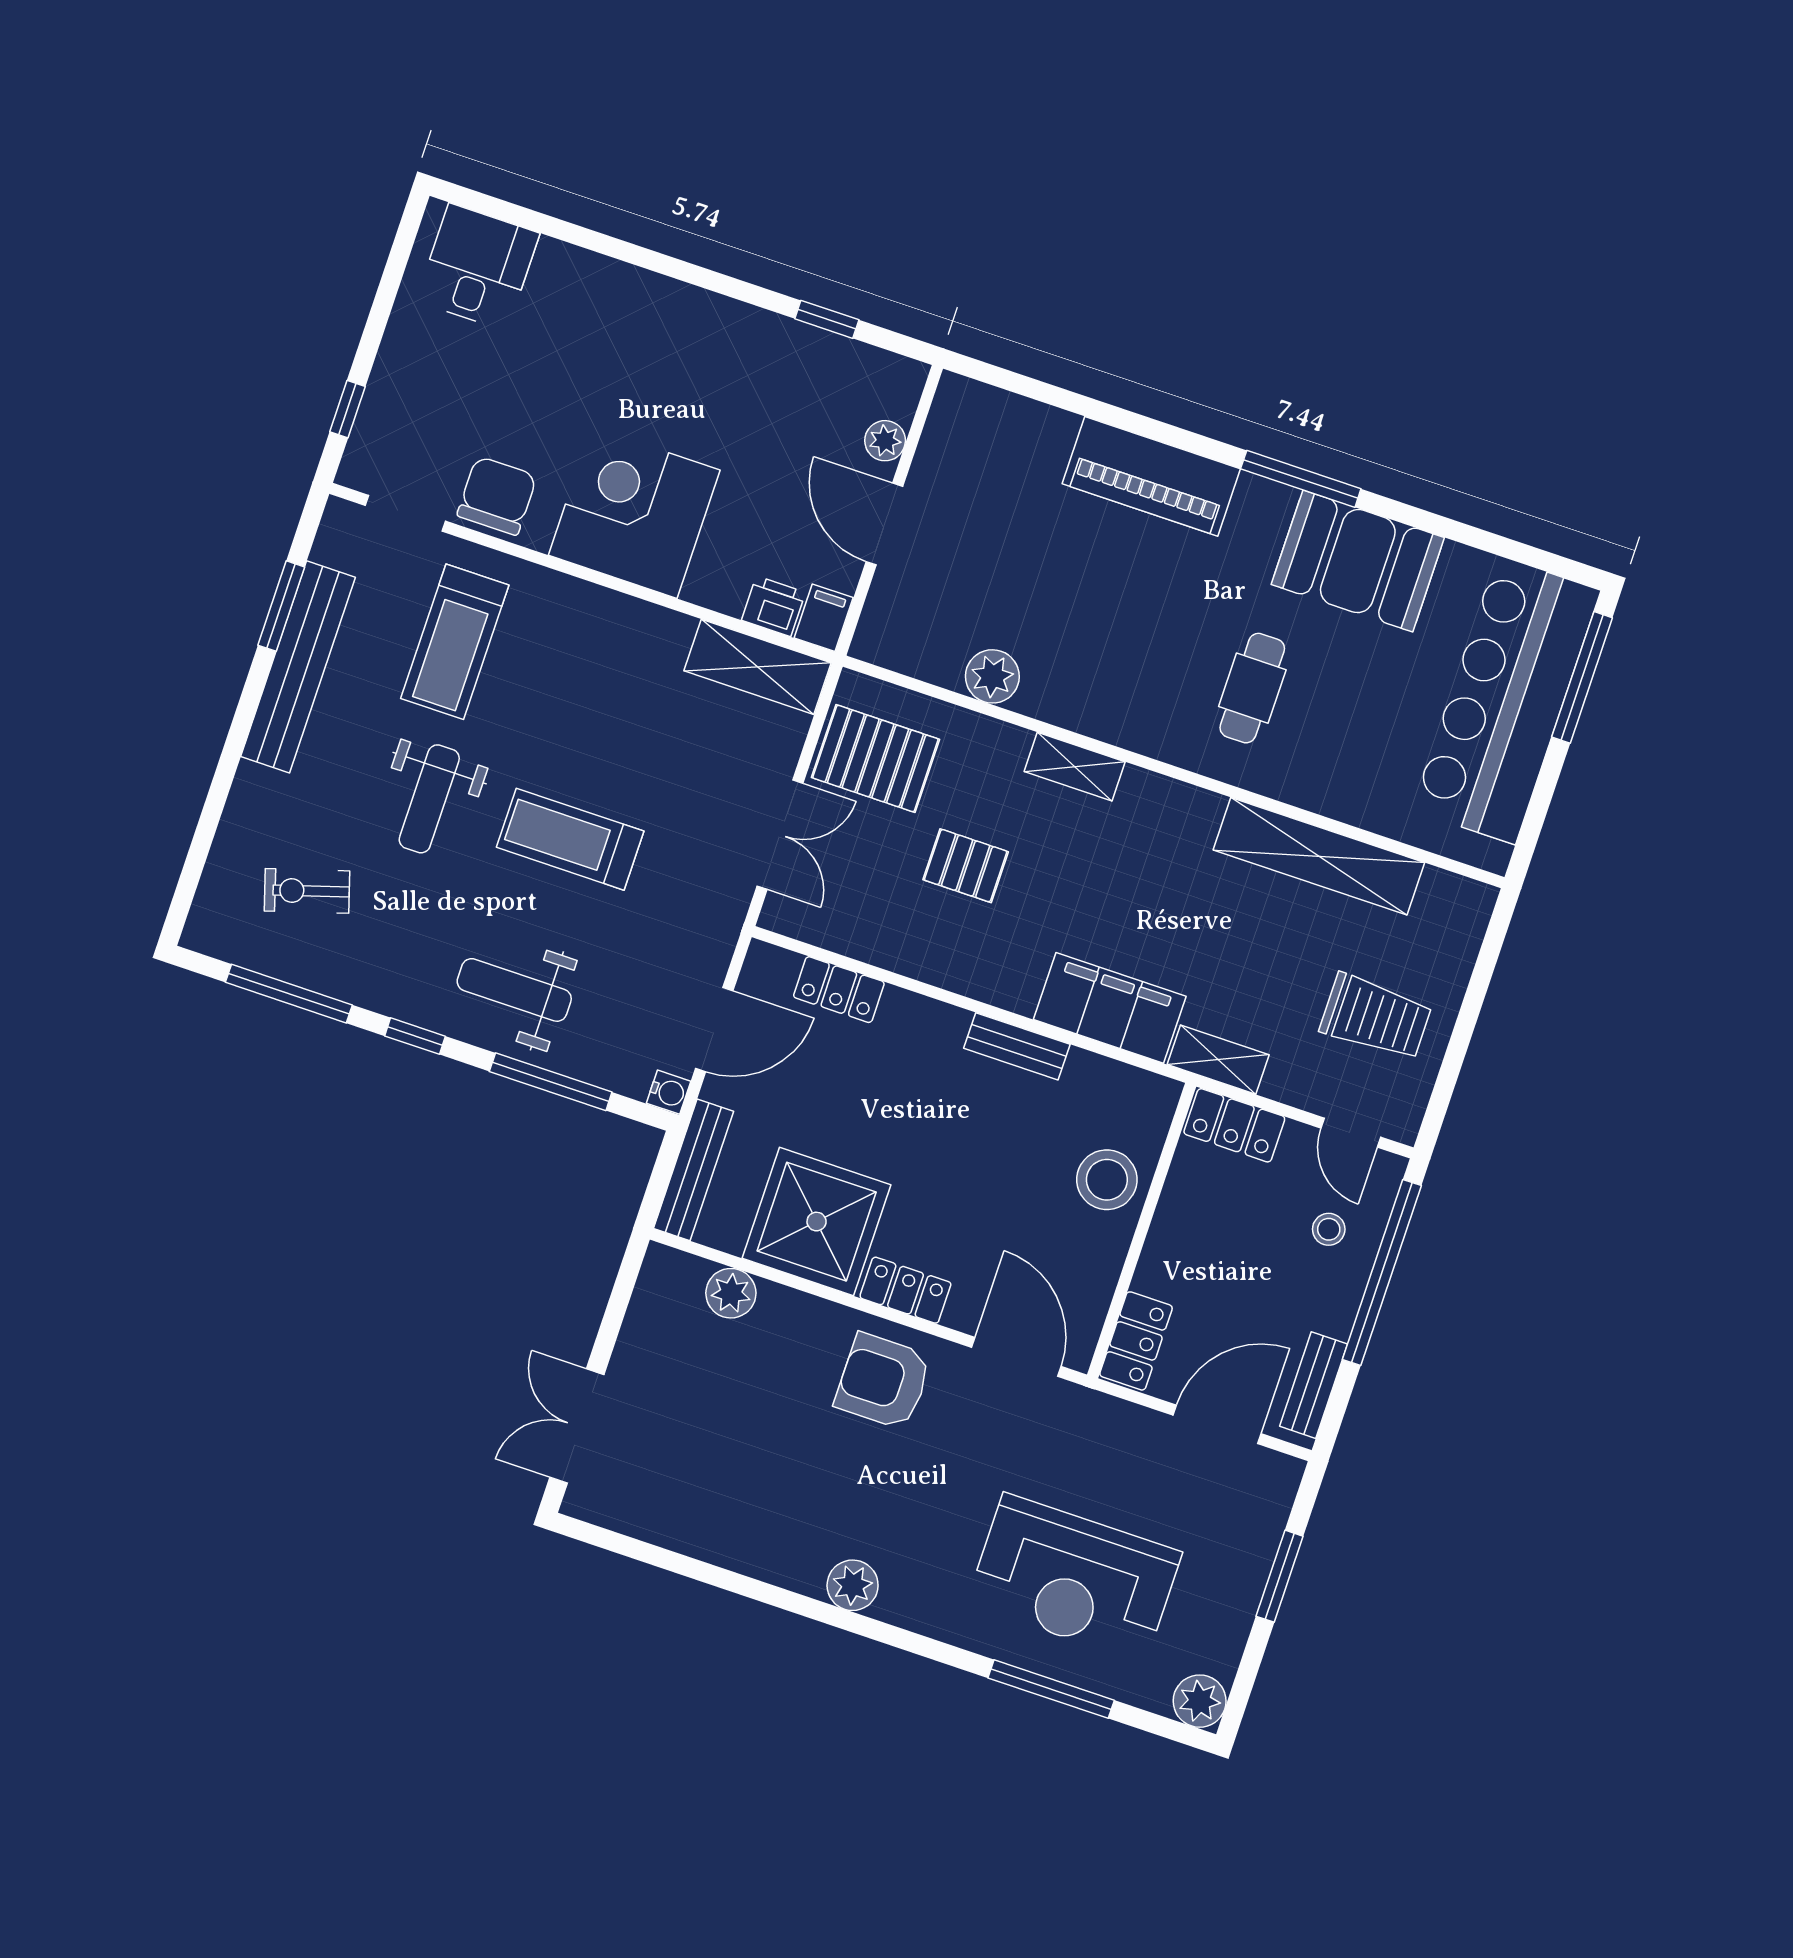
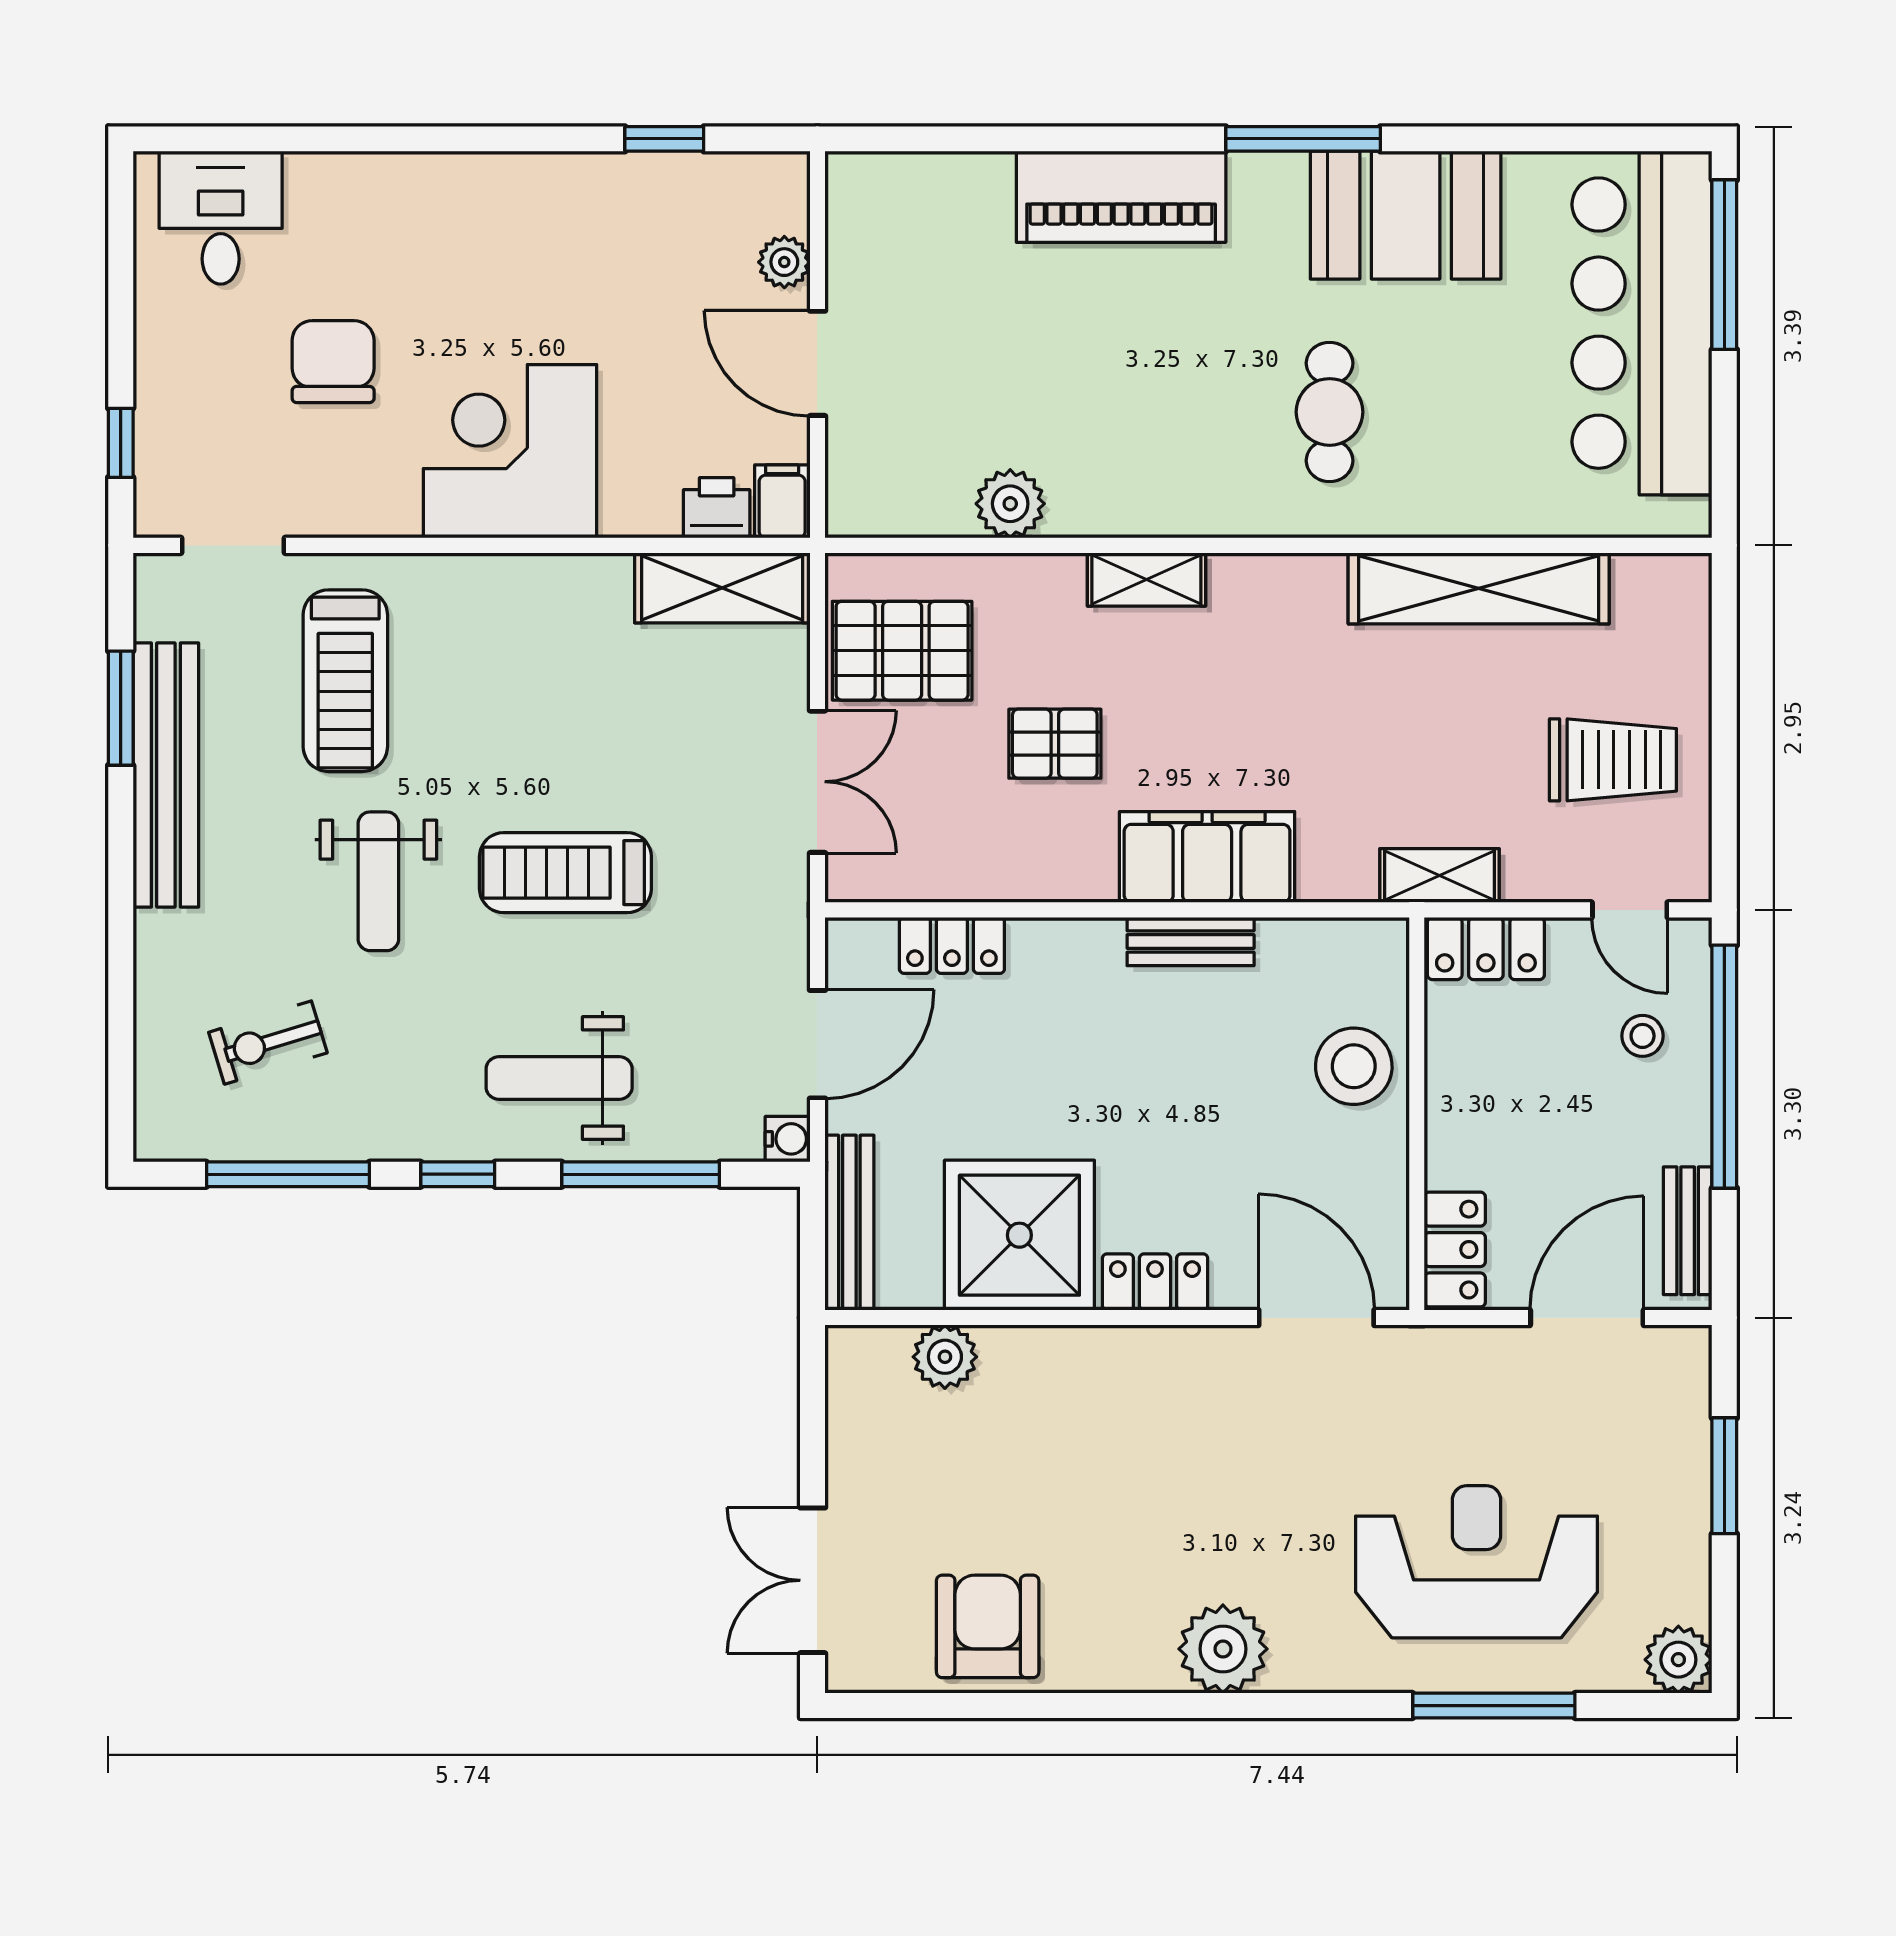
chair: (497, 496) -> (333, 362), moved
filing cabinet: (1110, 1008) -> (1207, 857), moved
armchair: (883, 1381) -> (988, 1626), moved, turned 90
reception desk: (1074, 1578) -> (1476, 1562), turned 180
plant: (853, 1585) -> (1223, 1649), width x1.36, depth x1.36

